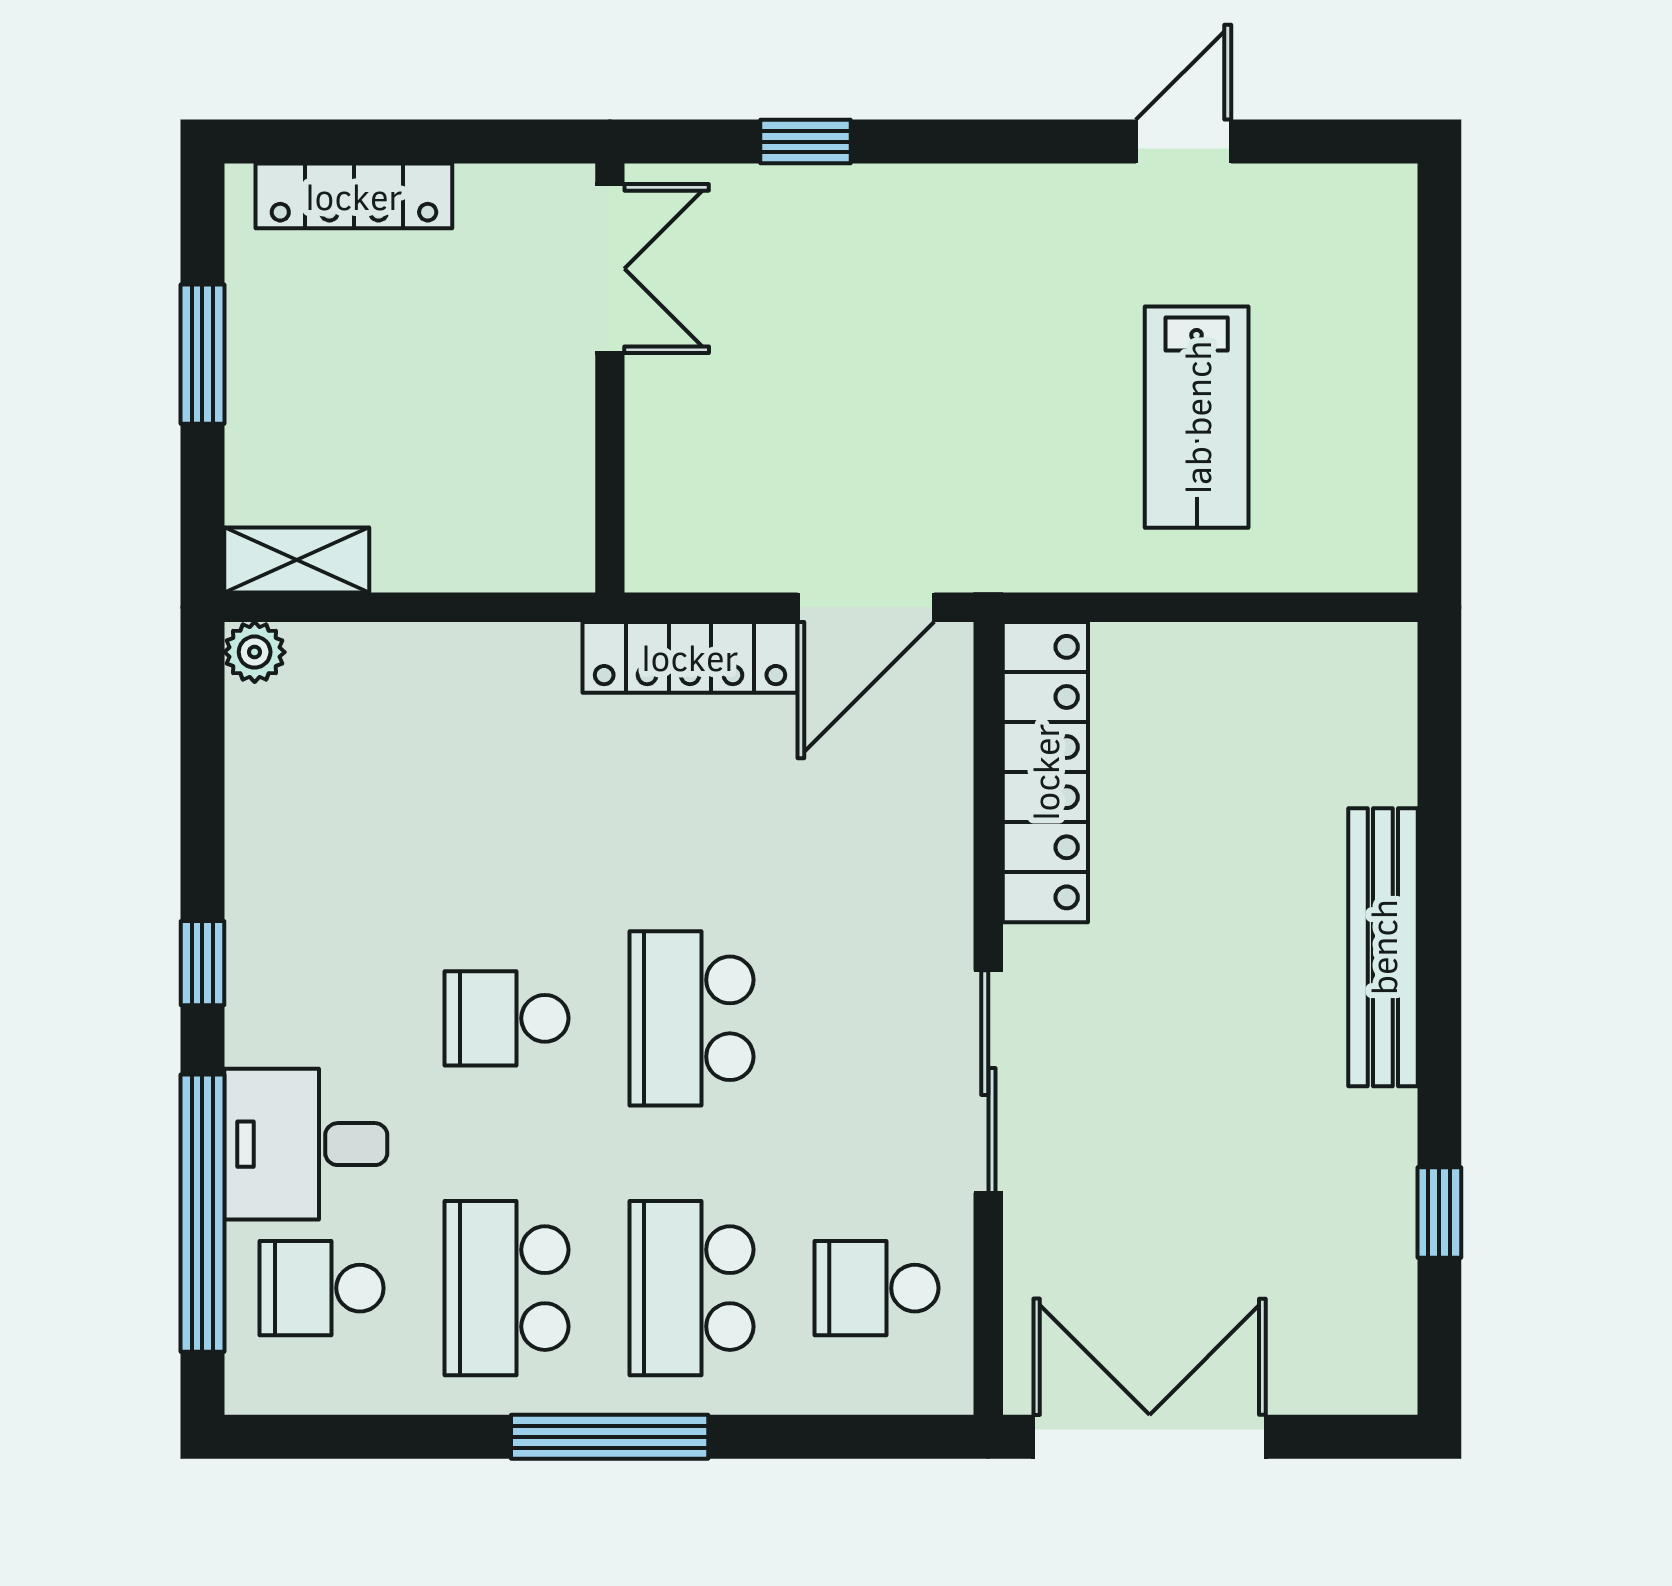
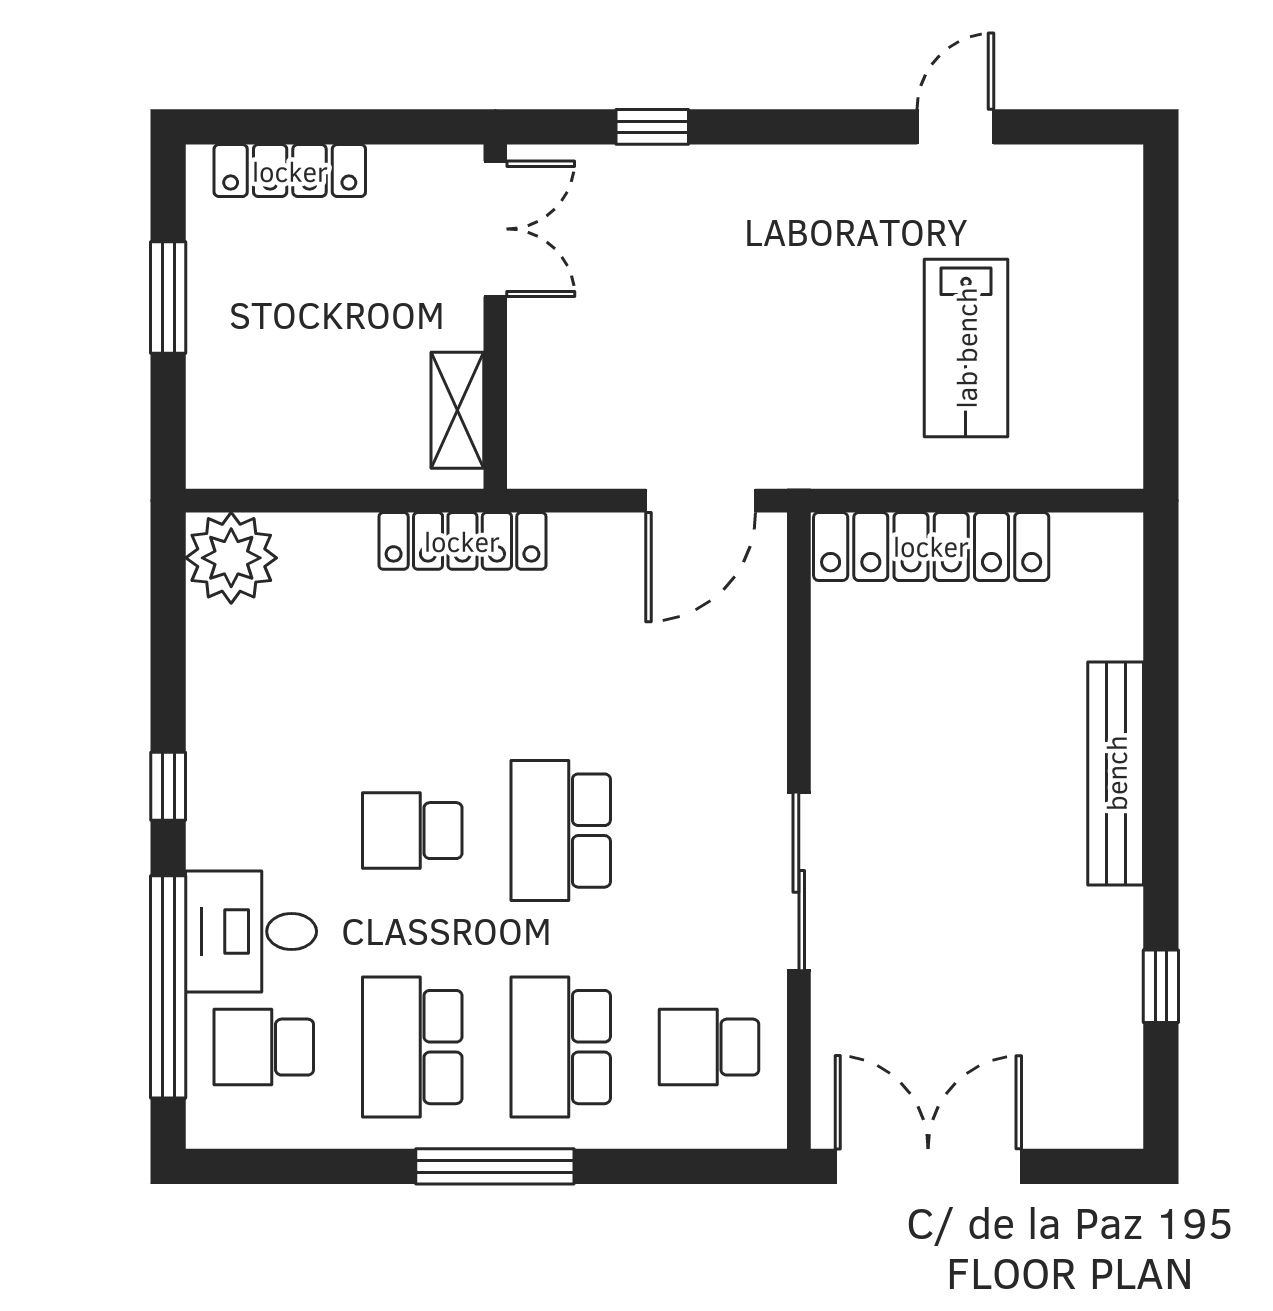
shelving: (297, 560) -> (457, 410), moved, turned 90
plant: (255, 652) -> (231, 558), width x1.88, depth x1.88
locker: (690, 657) -> (462, 541), moved
locker: (1045, 772) -> (931, 546), moved, turned 90

